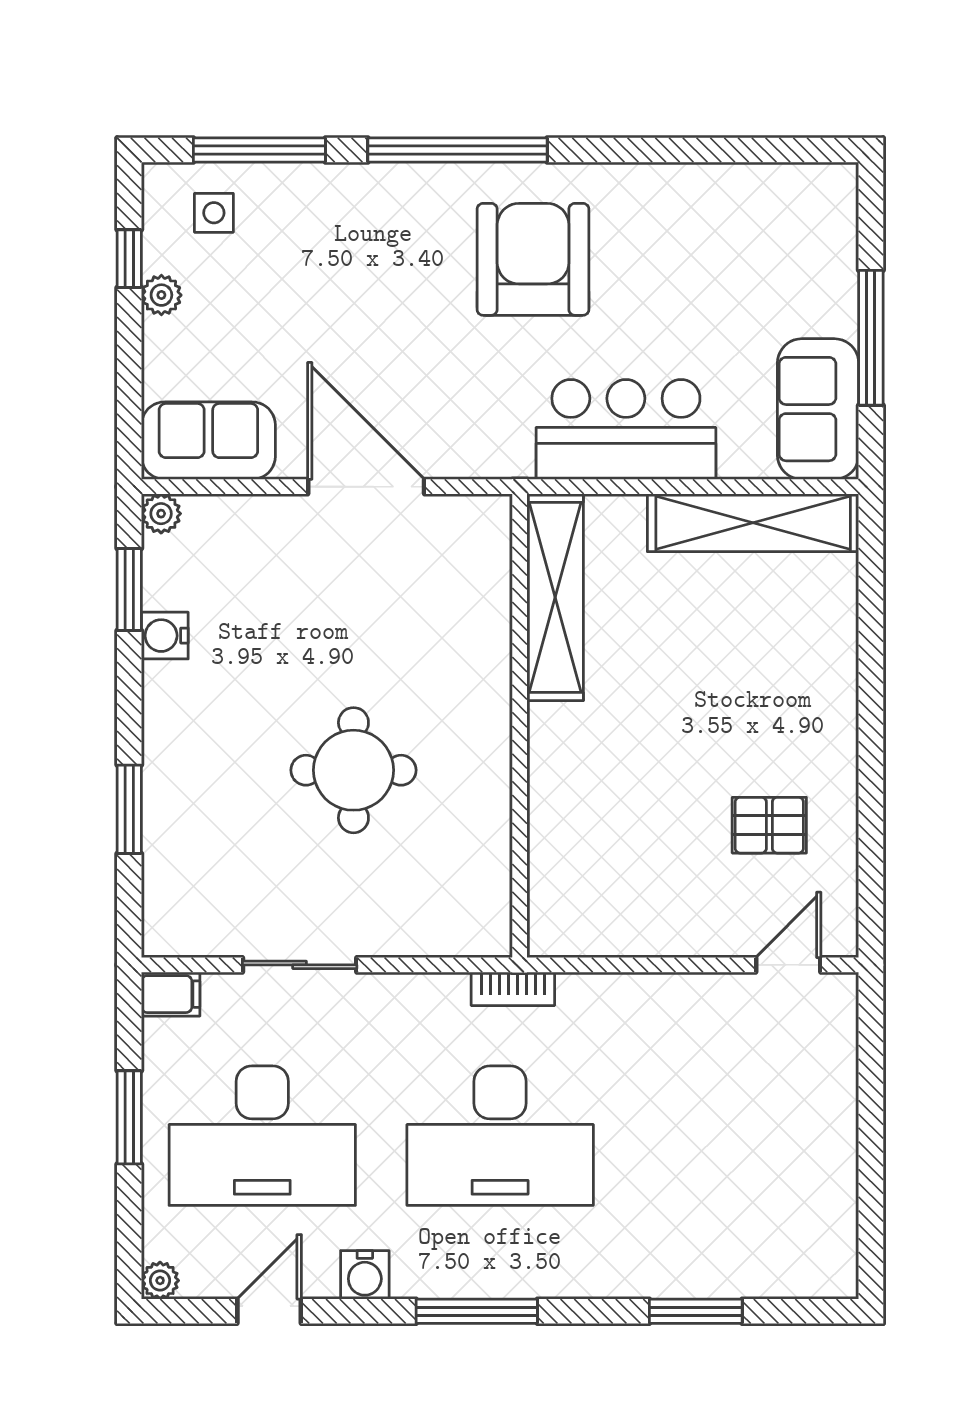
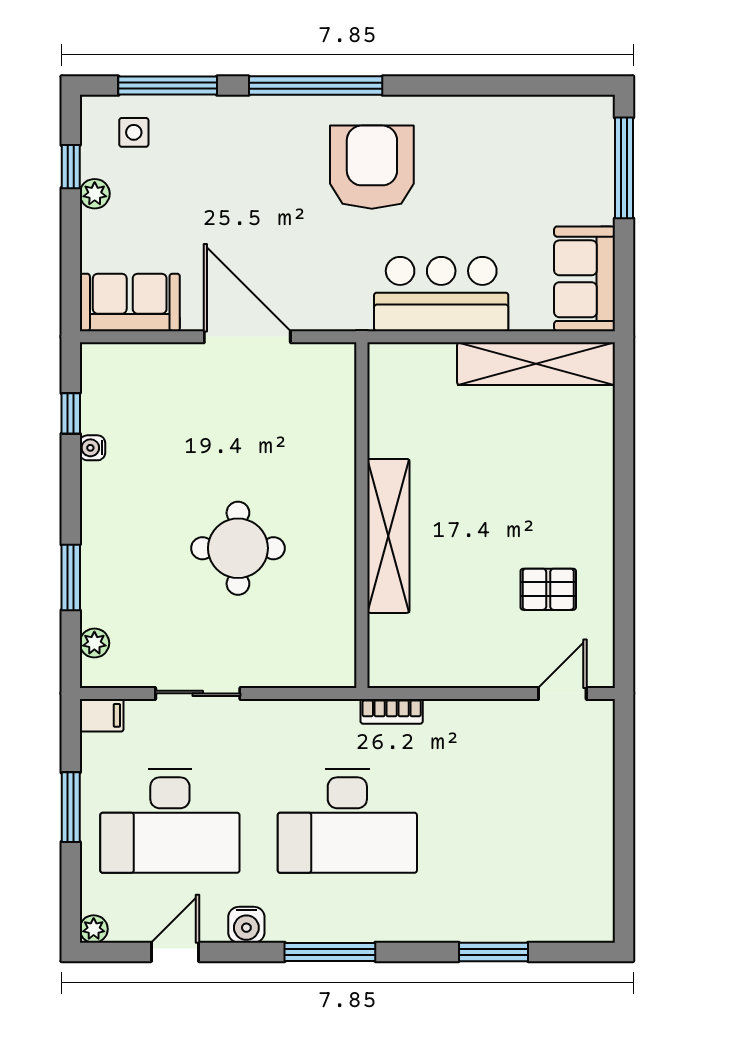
window: (871, 338) -> (624, 168), moved
plant: (161, 514) -> (94, 643), moved
window: (129, 589) -> (71, 413), width x0.67
shelving: (555, 597) -> (388, 536), moved
water cooler: (165, 636) -> (92, 448), width x0.72, depth x0.72
bookcase: (513, 989) -> (392, 711), moved

